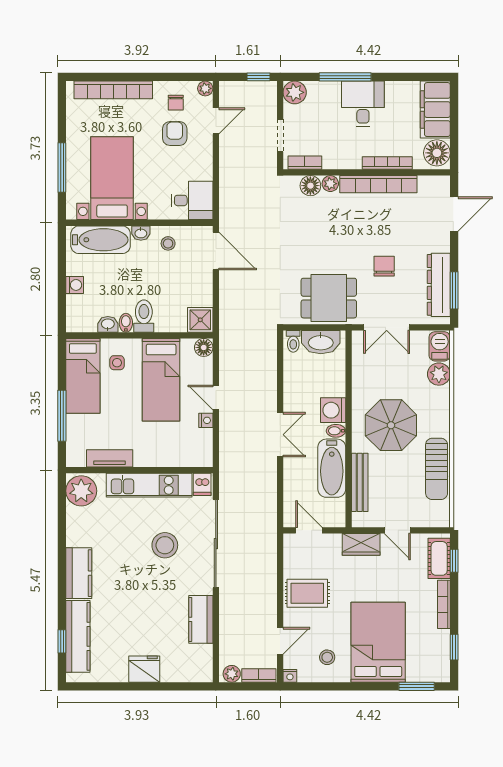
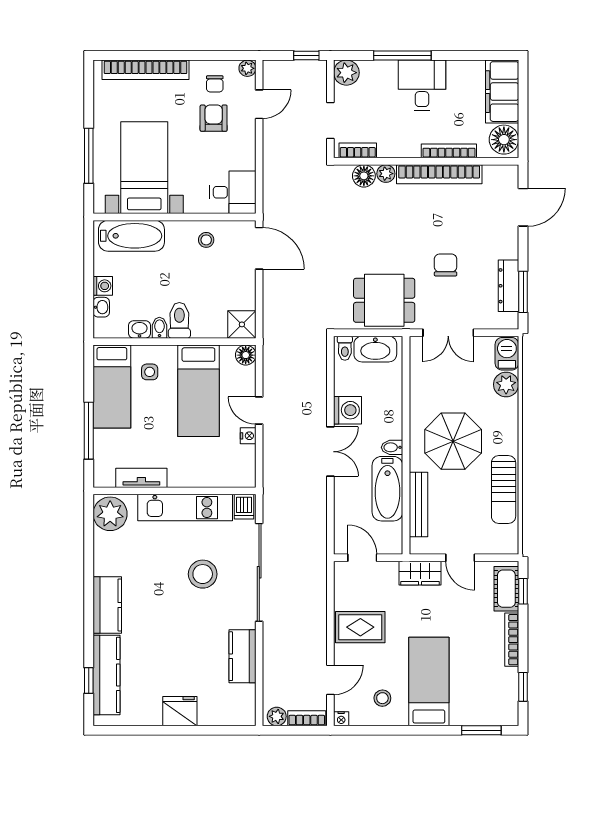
washbasin: (141, 233) -> (101, 307), moved, turned -90
dresser: (439, 285) -> (508, 286), width x0.73, depth x0.80
washing machine: (333, 410) -> (348, 410), moved, turned 180
bed: (378, 642) -> (429, 682), width x0.67

